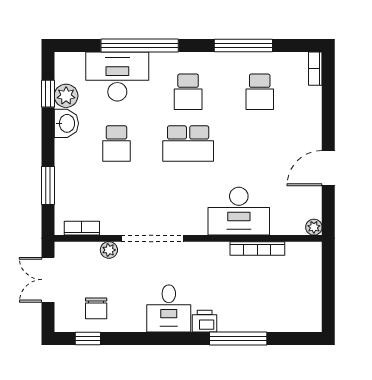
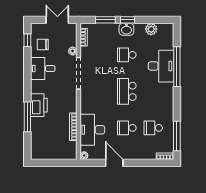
window: (243, 46) -> (177, 136), moved
desk: (117, 77) -> (161, 66), moved
school desk: (188, 92) -> (127, 128), moved
window: (48, 94) -> (128, 20), moved
washbasin: (66, 123) -> (126, 29), moved
desk: (239, 211) -> (92, 130), moved
desk: (169, 308) -> (43, 69), moved
printer: (205, 321) -> (39, 105), width x1.87, depth x1.48

